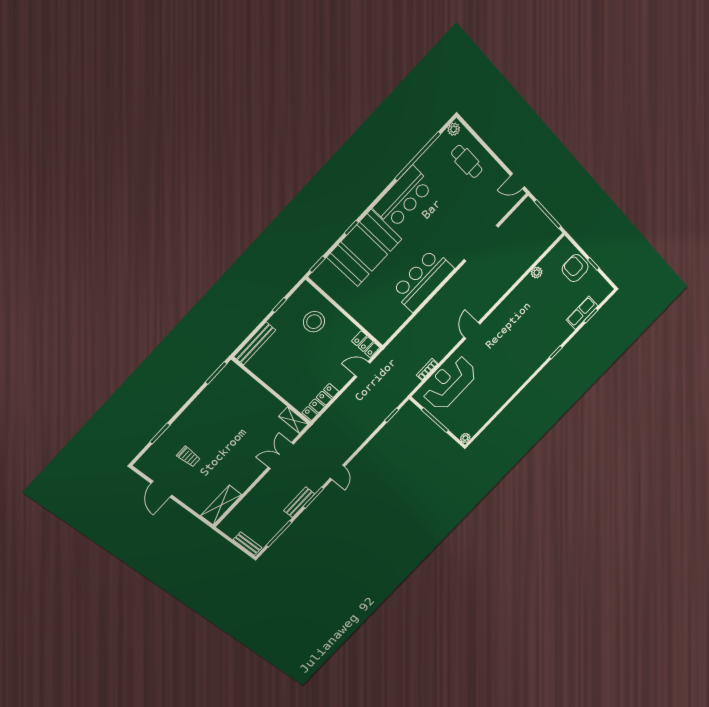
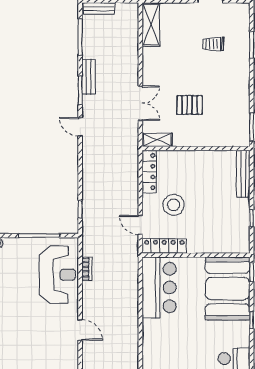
booth: (364, 248) -> (228, 289), moved
bar counter: (423, 280) -> (159, 287), moved
stool: (314, 322) -> (174, 205), moved
locker: (366, 344) -> (164, 246), width x1.53
door: (362, 369) -> (140, 225), swing flipped
pallet: (247, 426) -> (190, 105), added

